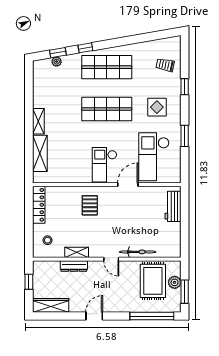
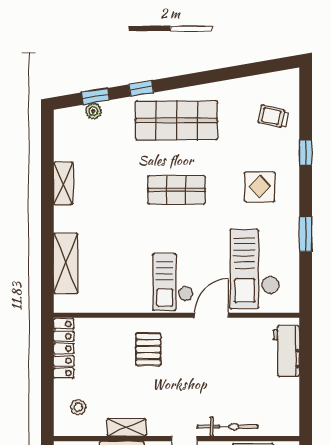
shop shelf: (107, 109) -> (176, 190), width x0.70, depth x0.74
shelving: (38, 121) -> (63, 183), moved

